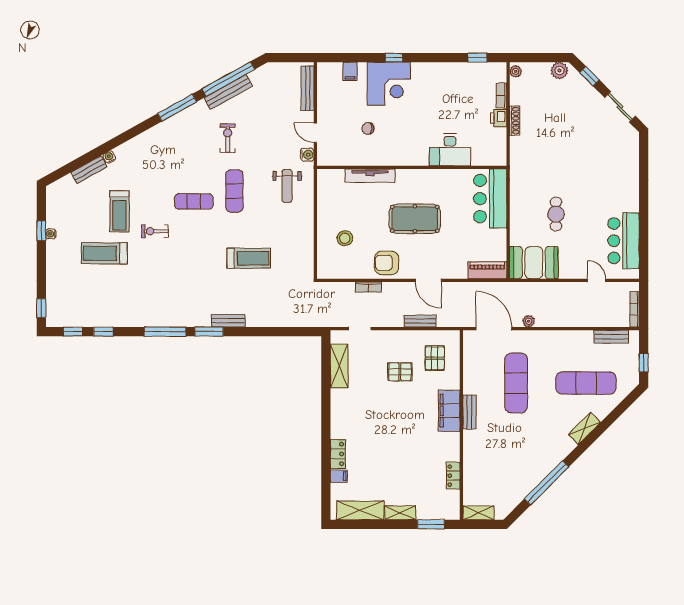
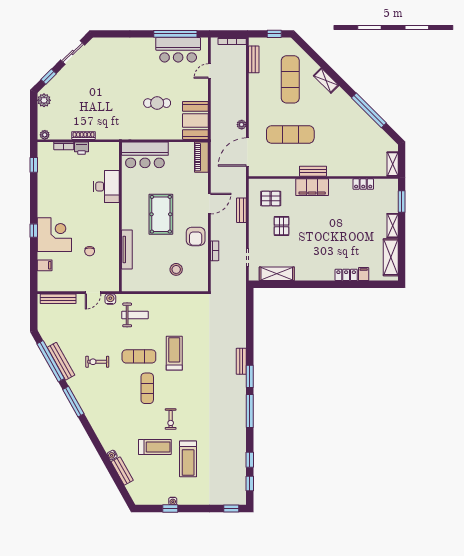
window: (644, 237) -> (175, 34), added
treadmill: (249, 258) -> (174, 353), moved

